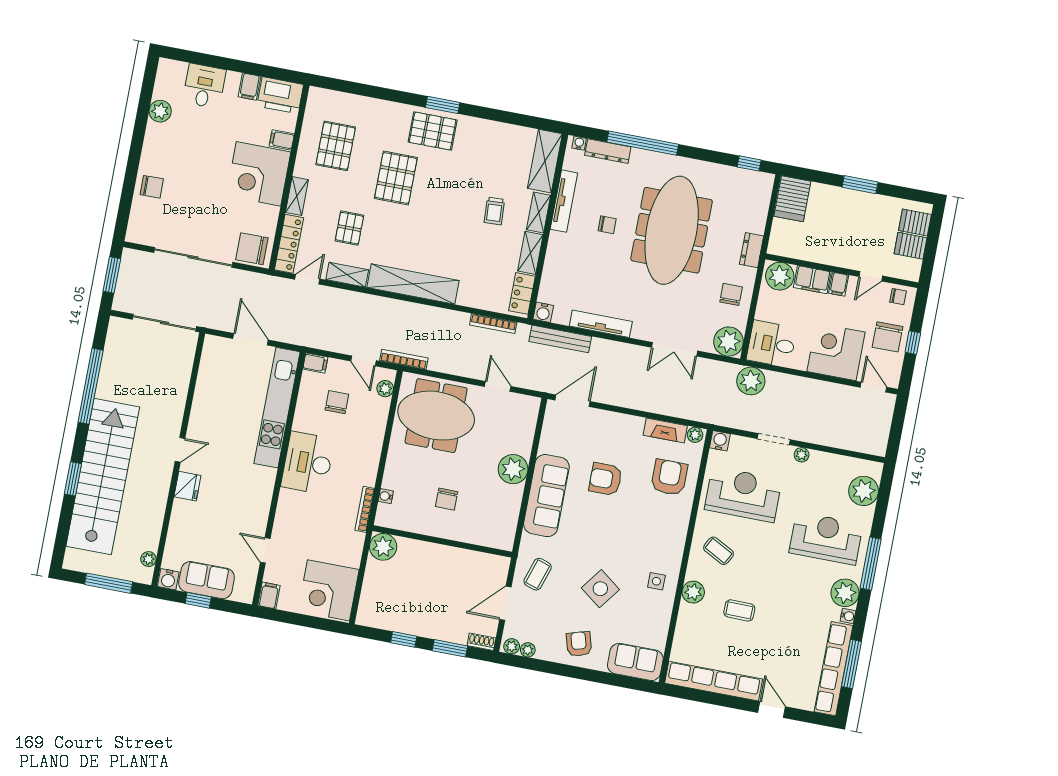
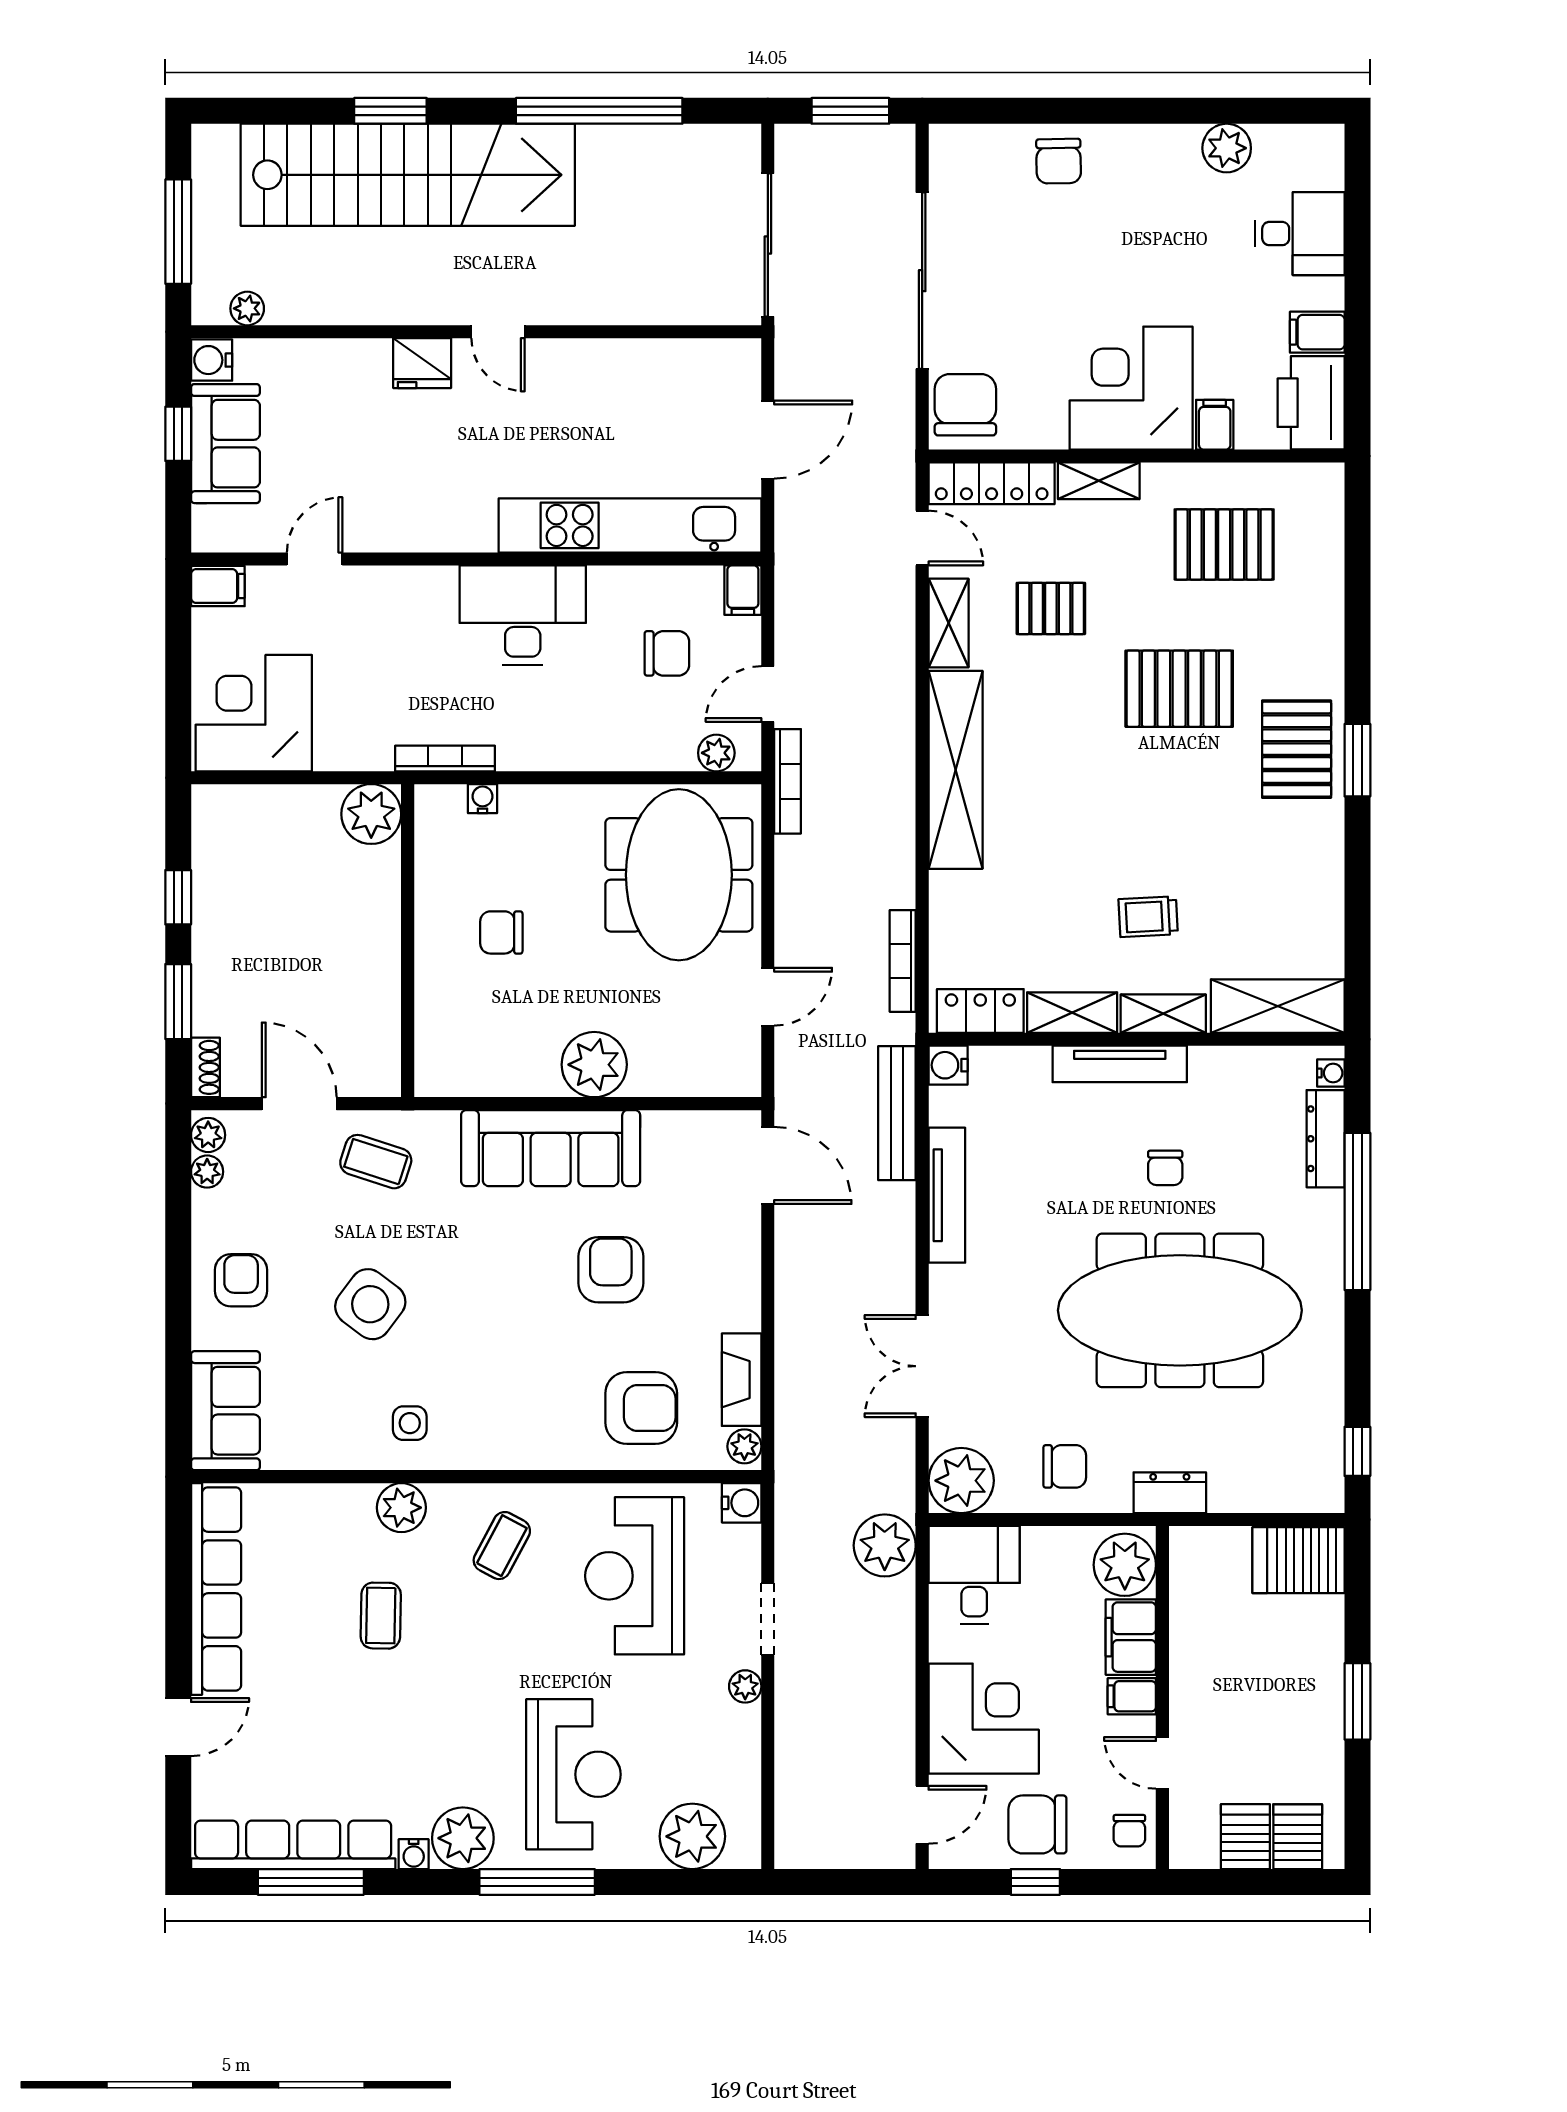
tv unit: (564, 201) -> (1120, 1064), moved
reception desk: (743, 494) -> (635, 1576), turned 180
armchair: (579, 644) -> (241, 1280), turned -74

